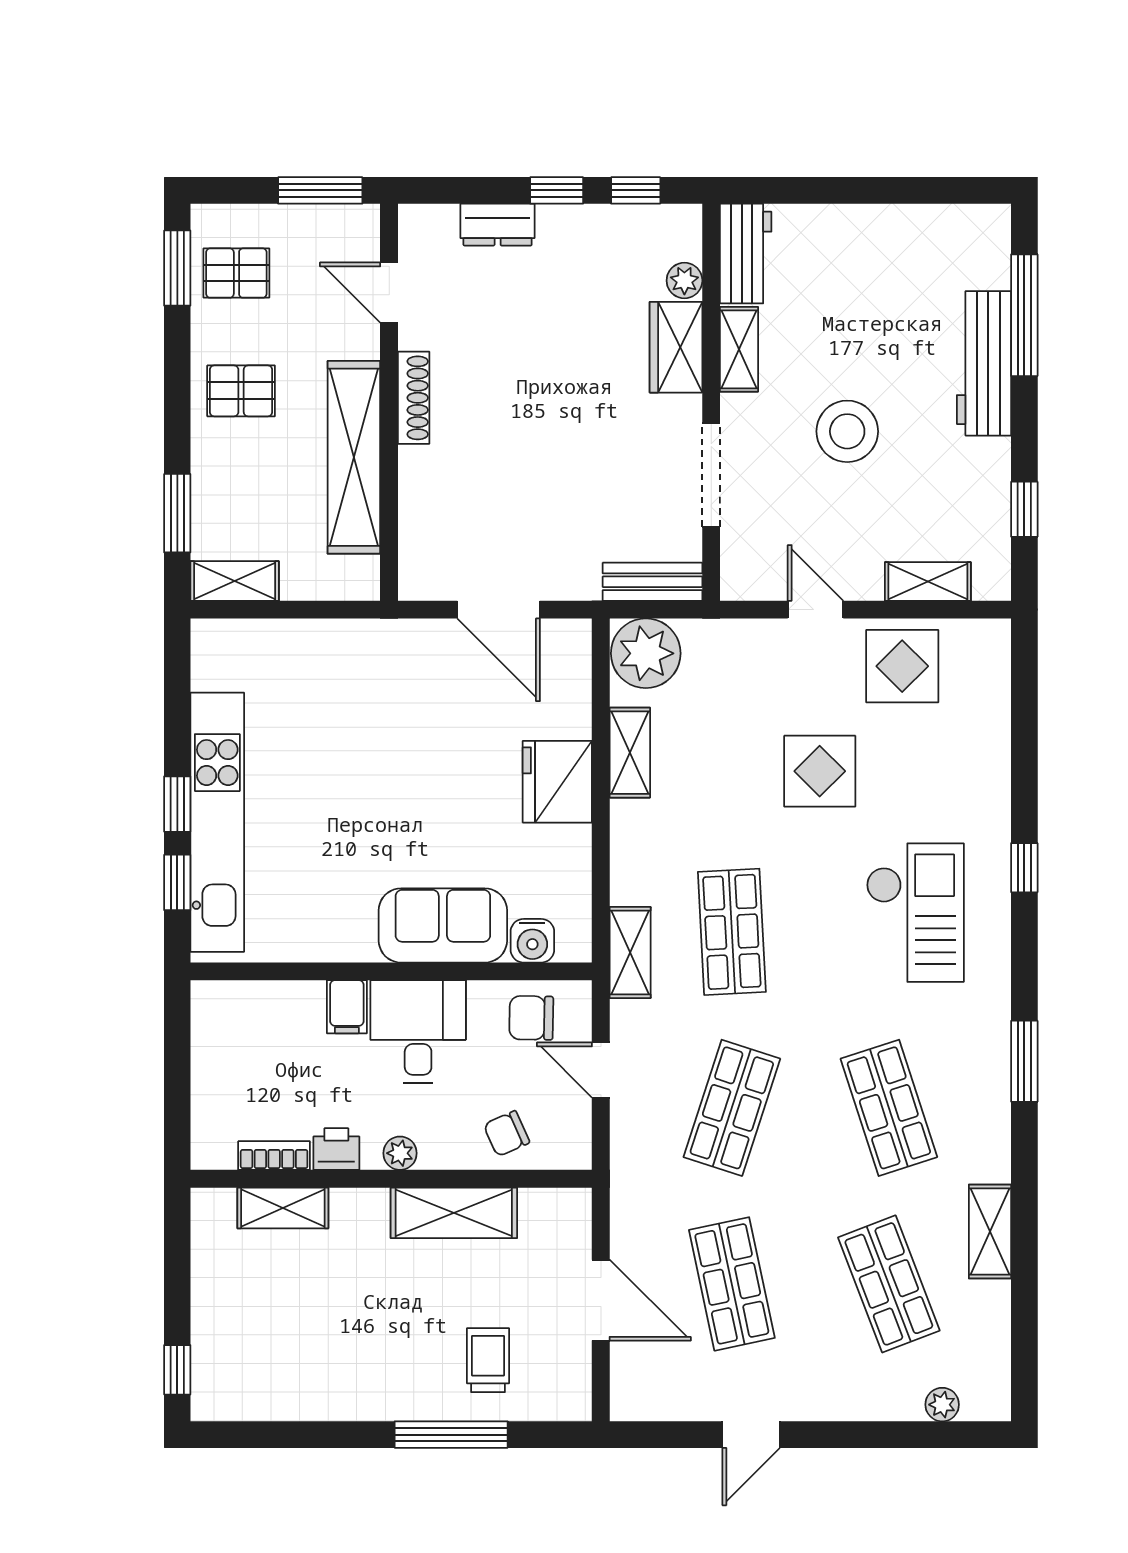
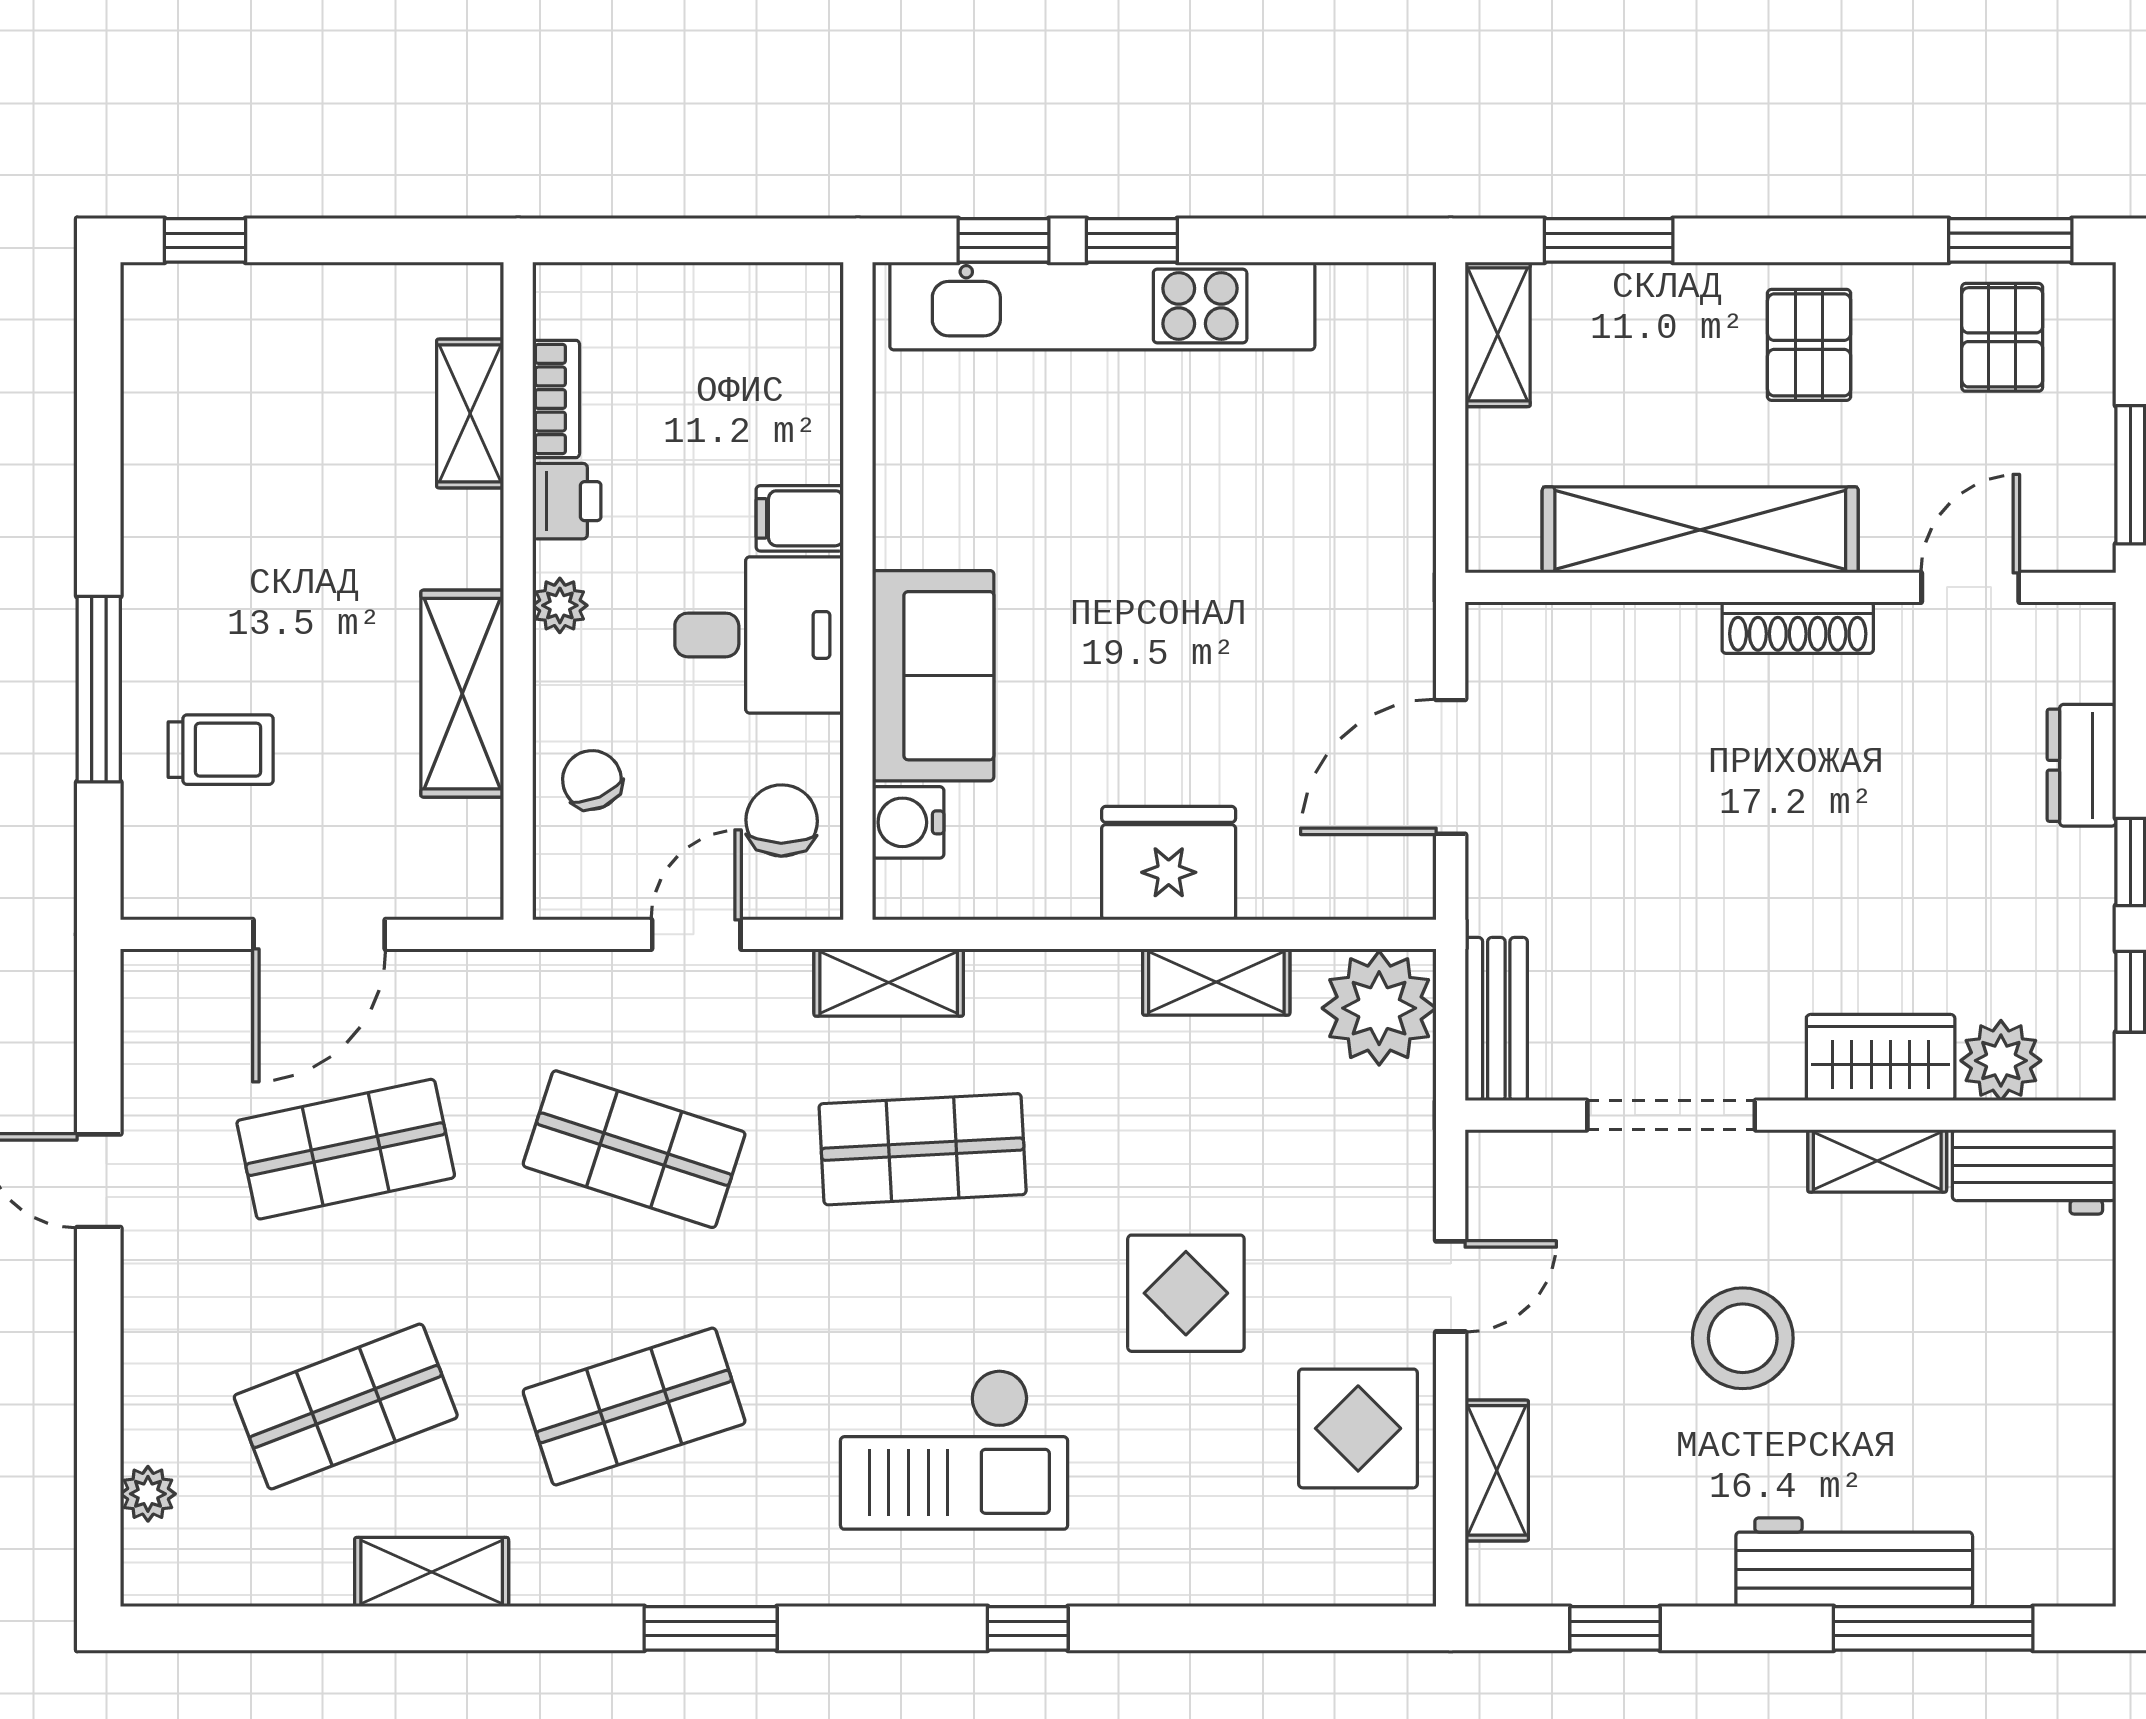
plant: (684, 281) -> (2001, 1061), width x1.38, depth x1.38

